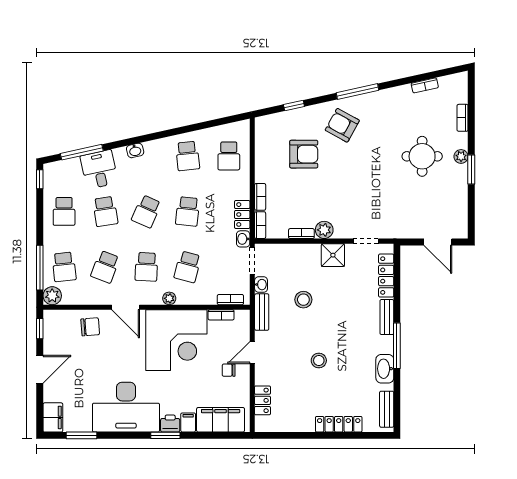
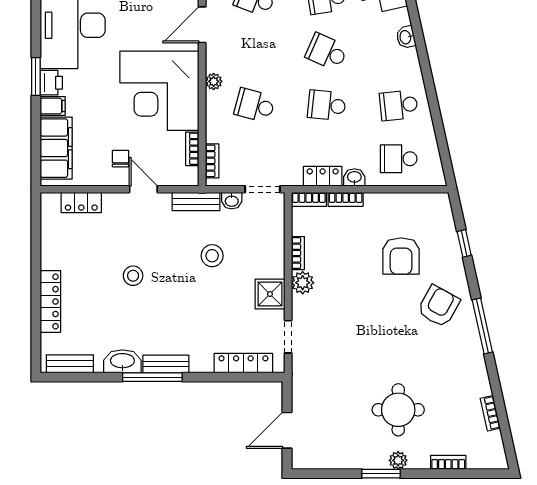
washbasin: (243, 239) -> (354, 177), moved
school desk: (146, 267) -> (255, 52), removed
bench: (387, 317) -> (166, 364), moved

